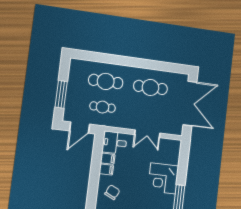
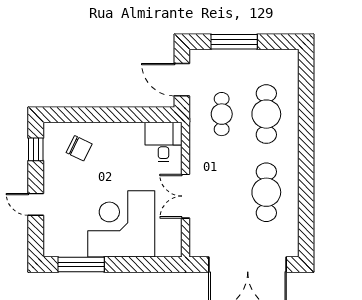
filing cabinet: (108, 159) -> (135, 134), removed
filing cabinet: (106, 169) -> (116, 133), removed
corner desk: (163, 178) -> (121, 224), width x1.36, depth x1.36

